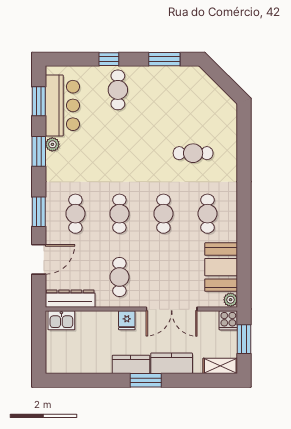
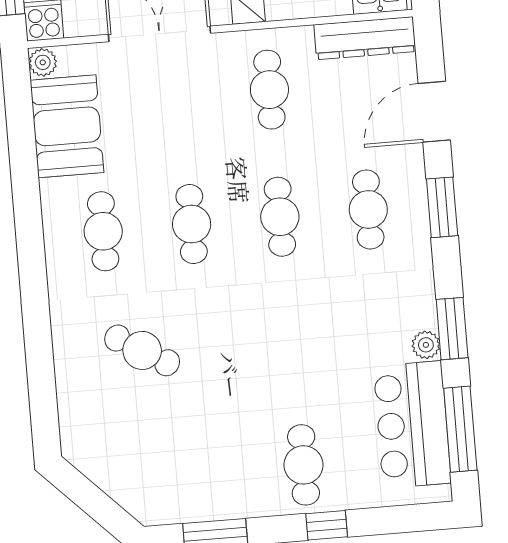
window: (39, 101) -> (460, 429), width x1.44
cafe table: (193, 153) -> (142, 350), turned 31

